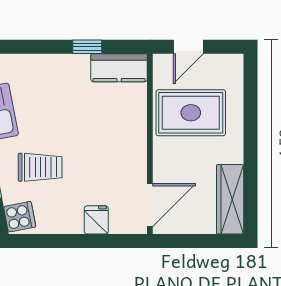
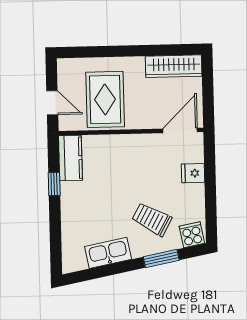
trolley: (40, 167) -> (152, 219), turned -61
door: (150, 205) -> (180, 130), hinge flipped

